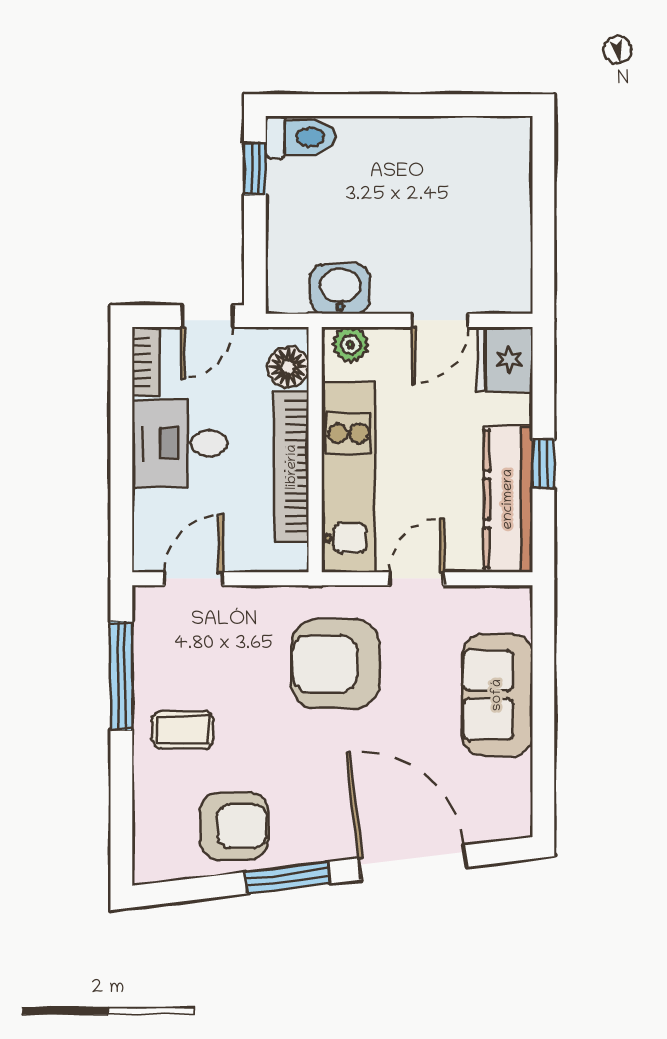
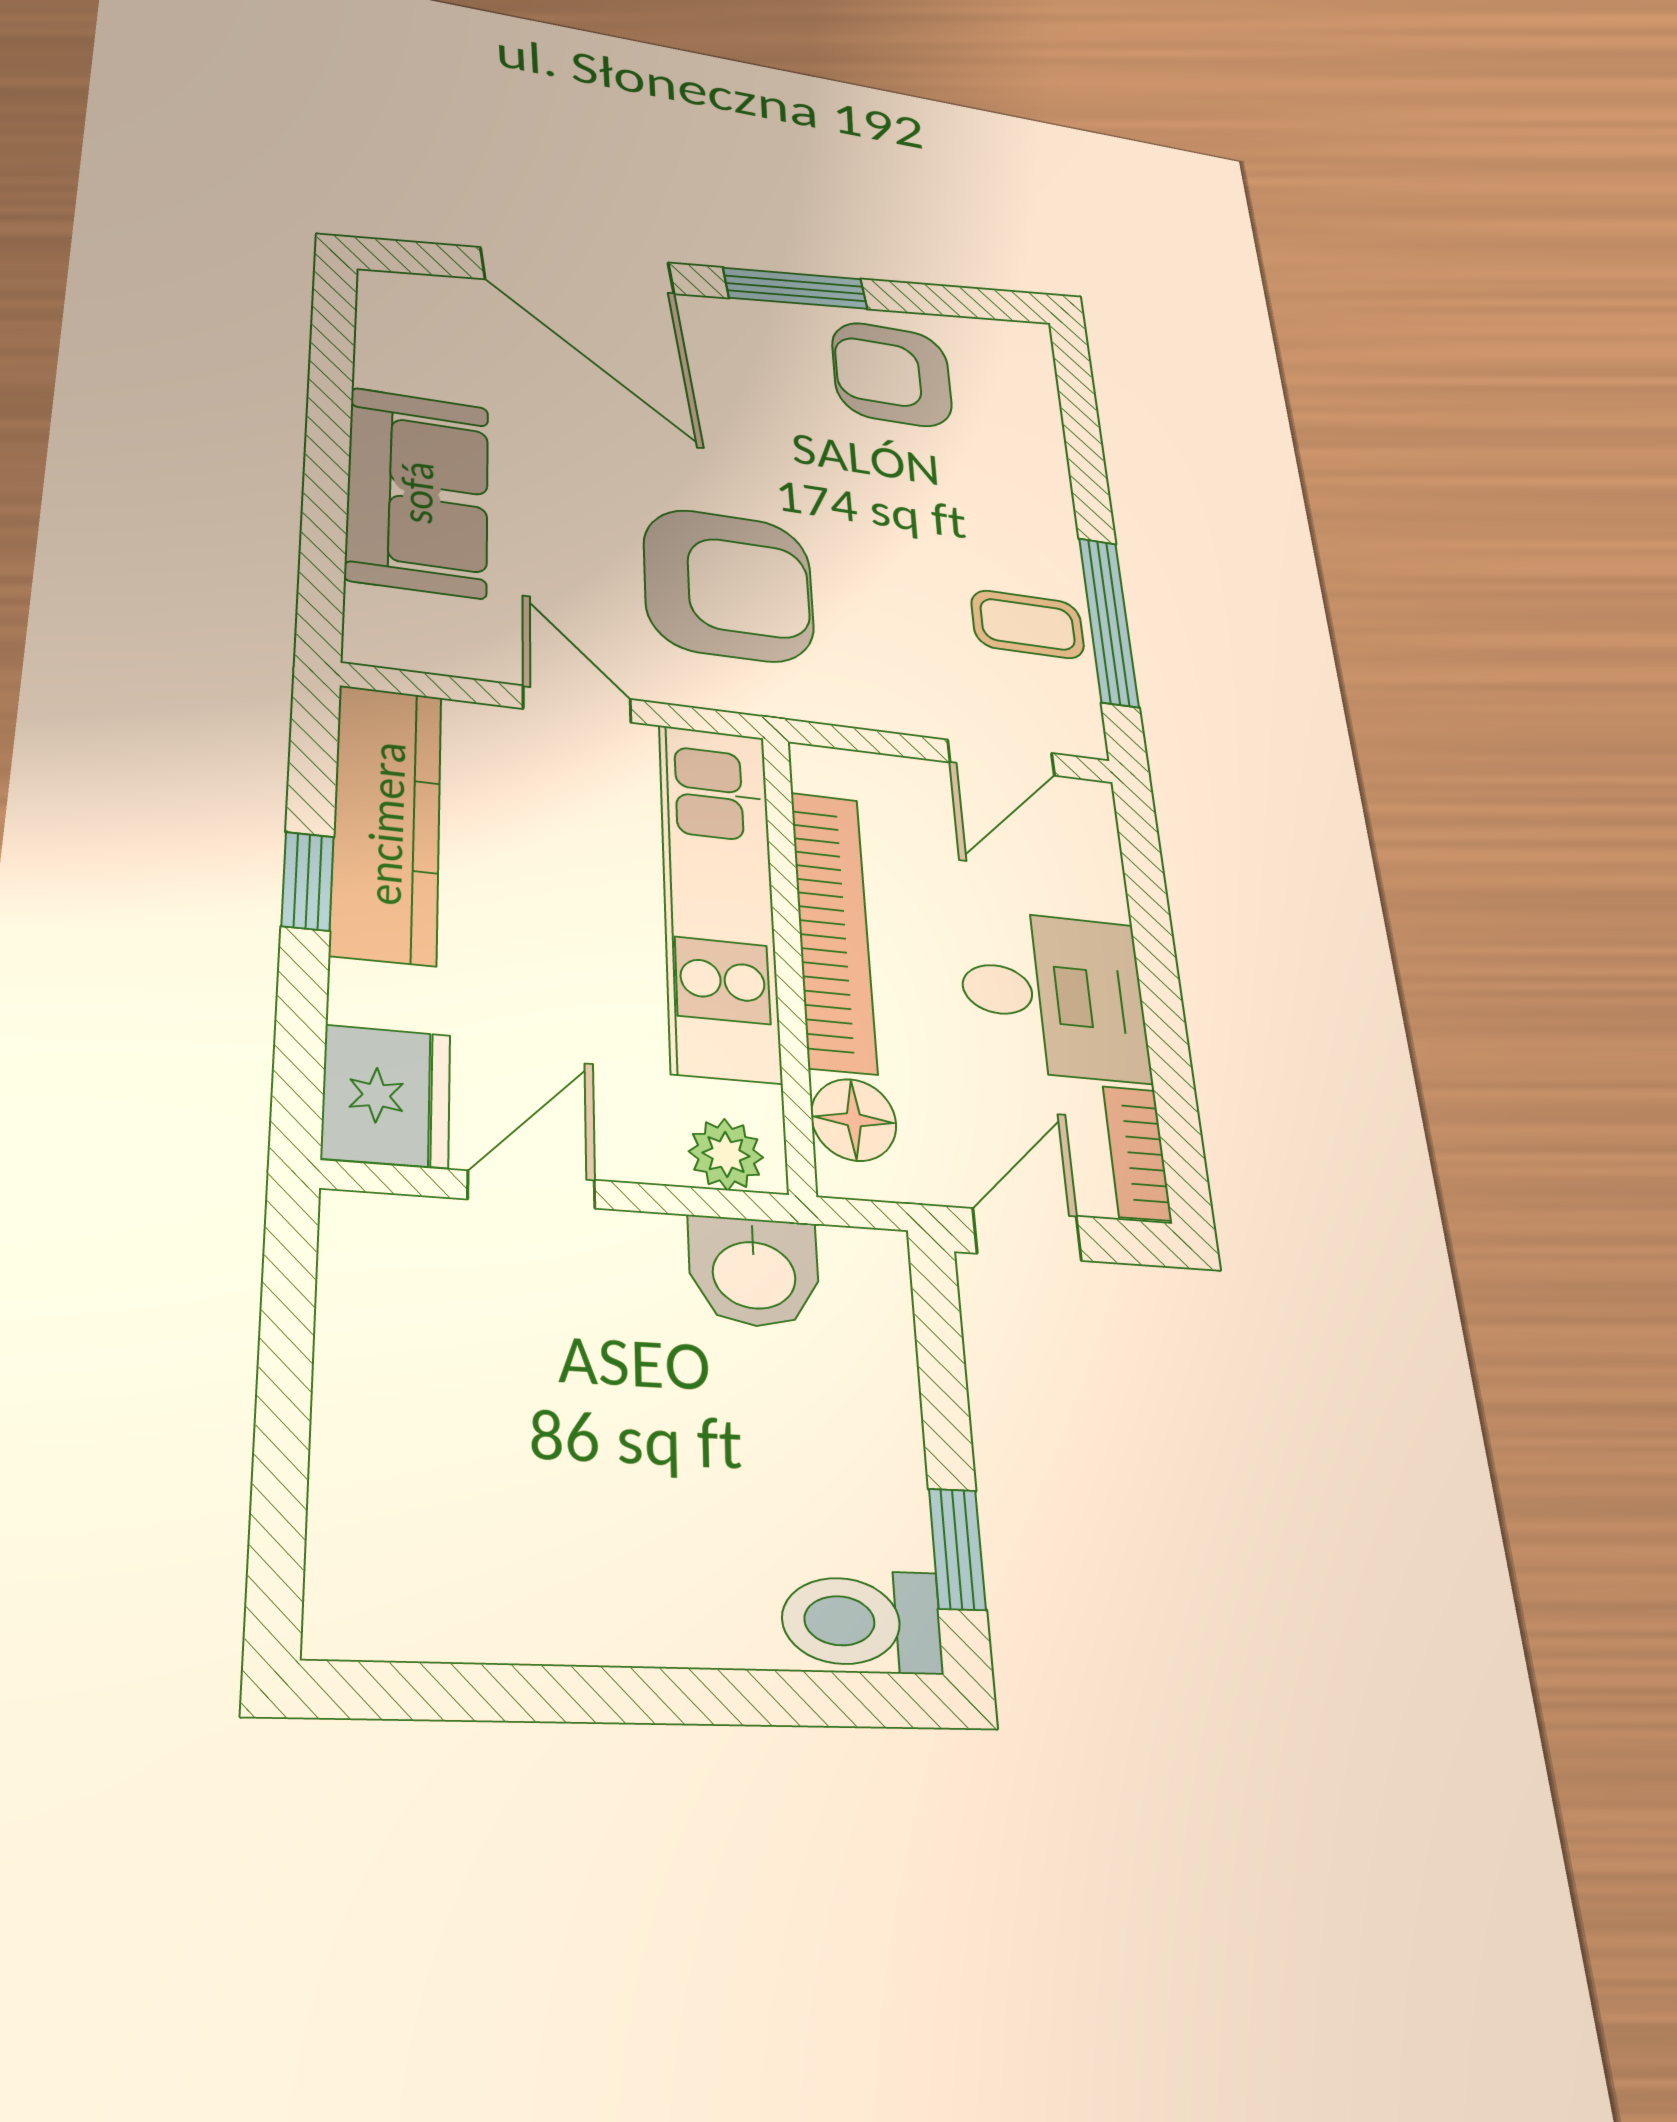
door: (417, 579) -> (577, 704), swing flipped
coffee table: (183, 730) -> (1028, 624), moved

